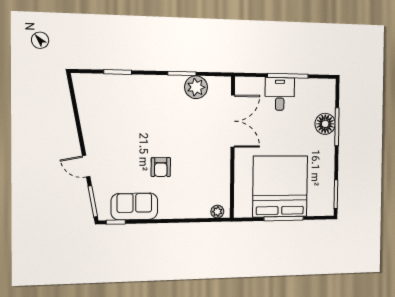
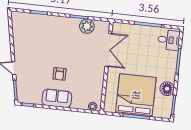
desk: (280, 94) -> (169, 40), moved, turned 90
floor lamp: (325, 124) -> (167, 89), moved
sofa: (134, 206) -> (57, 98), moved

